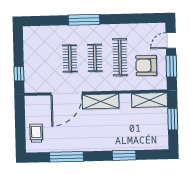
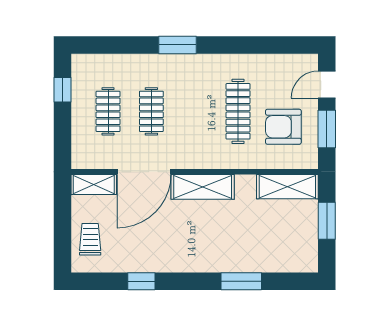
window: (84, 20) -> (177, 45), width x0.69
clothes rail: (95, 58) -> (108, 111), moved
window: (19, 74) -> (63, 90), moved
shelving: (38, 101) -> (94, 184), added
window: (66, 157) -> (141, 281), width x0.46

